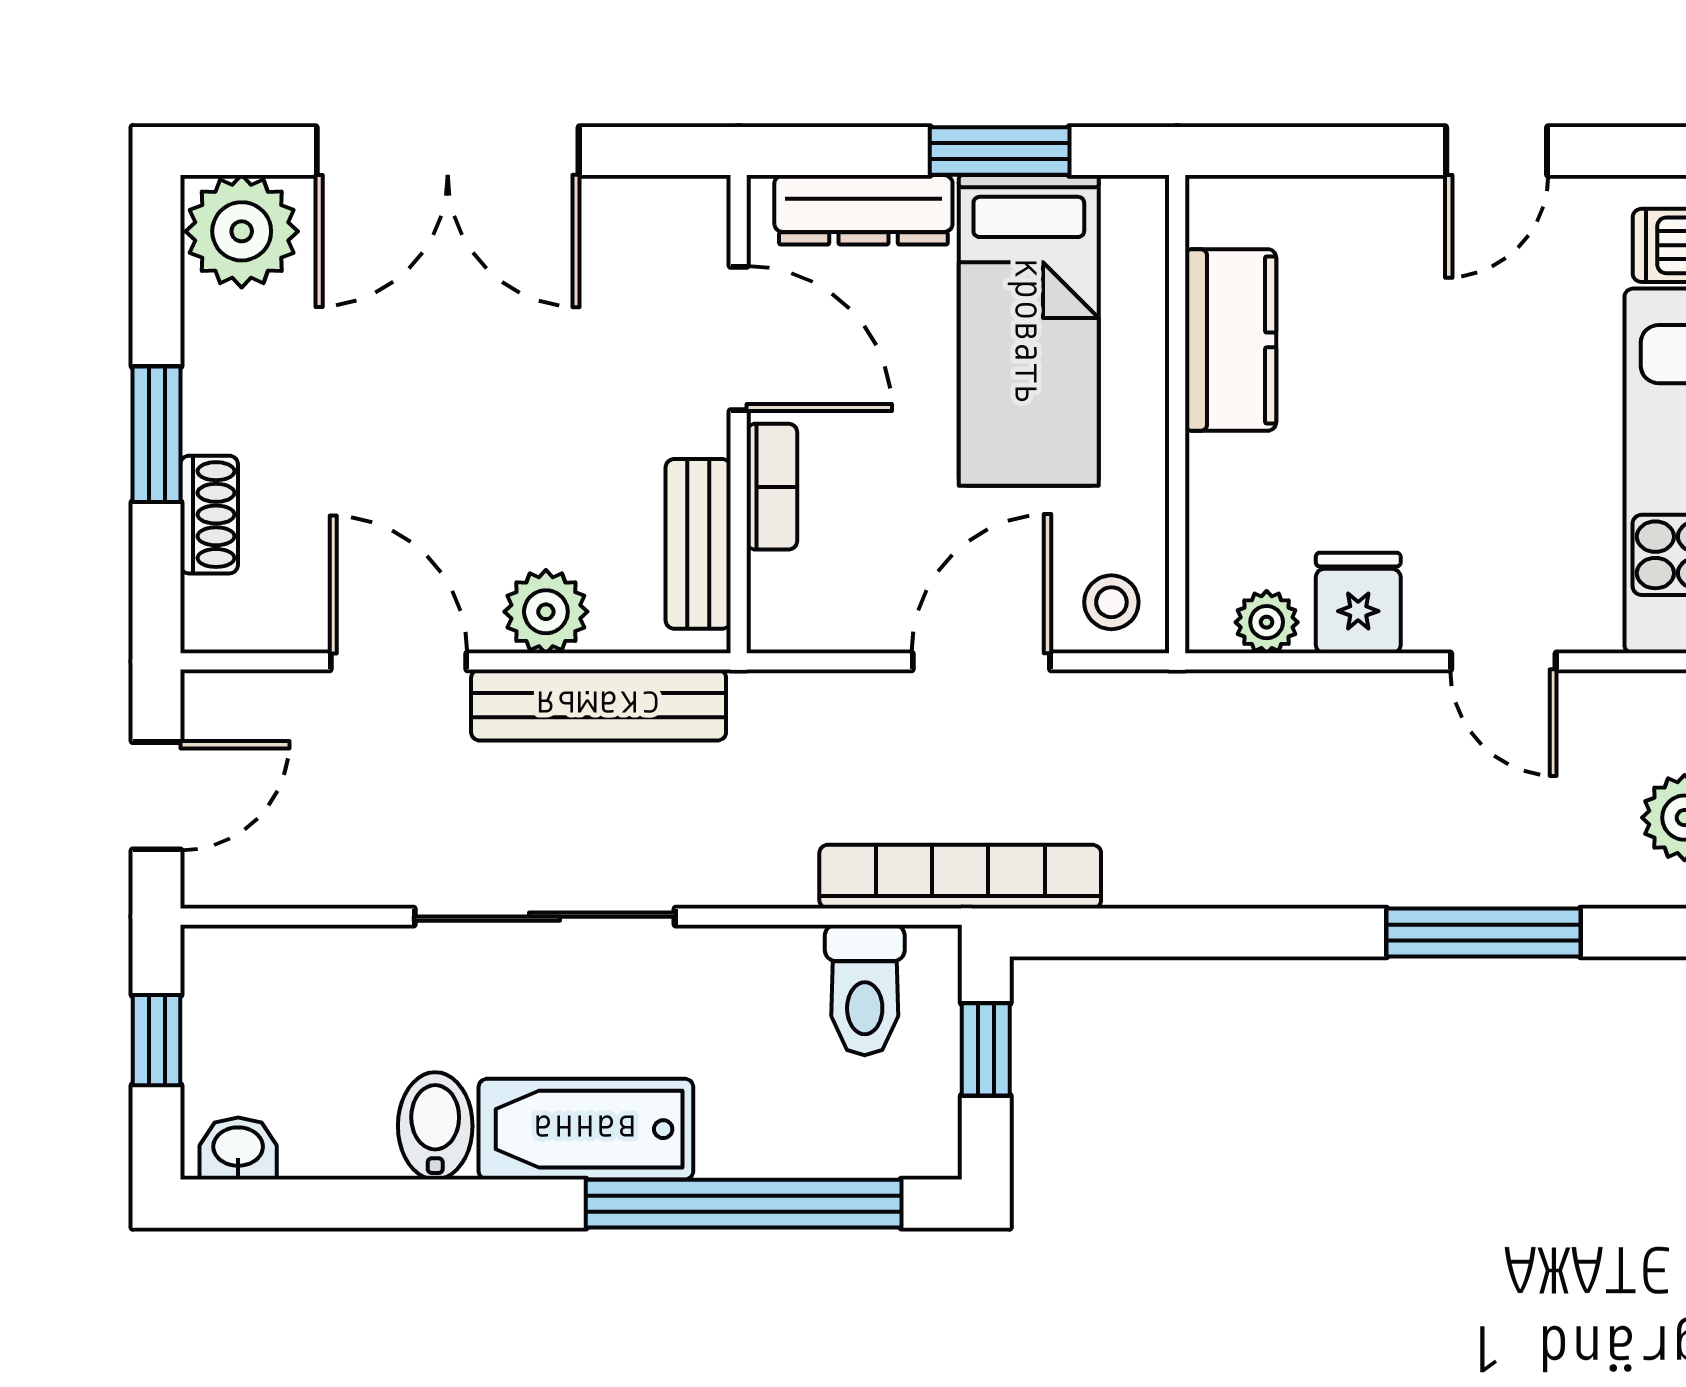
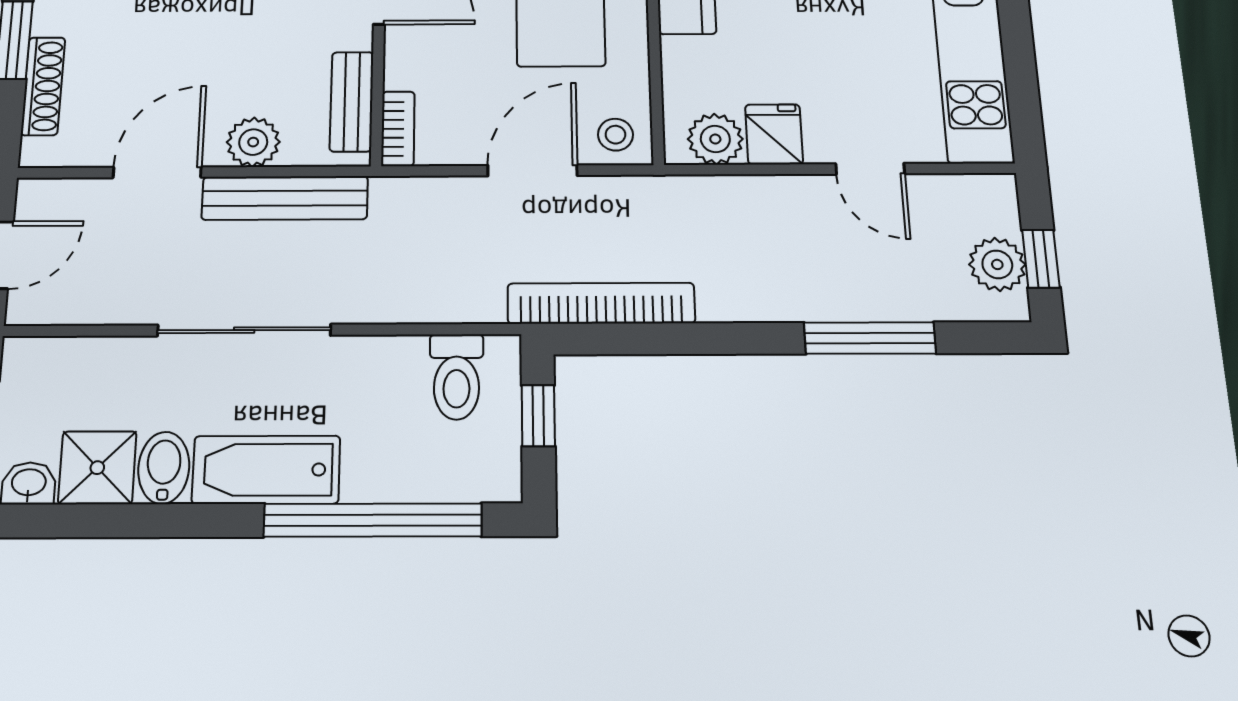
bookcase: (772, 487) -> (398, 129), moved
shoe rack: (209, 515) -> (43, 86), width x1.43
plant: (1267, 622) -> (715, 139), width x1.38, depth x1.38
door: (398, 661) -> (157, 172), hinge flipped
bookcase: (960, 877) -> (601, 303), moved
shower: (337, 1125) -> (97, 468), added

